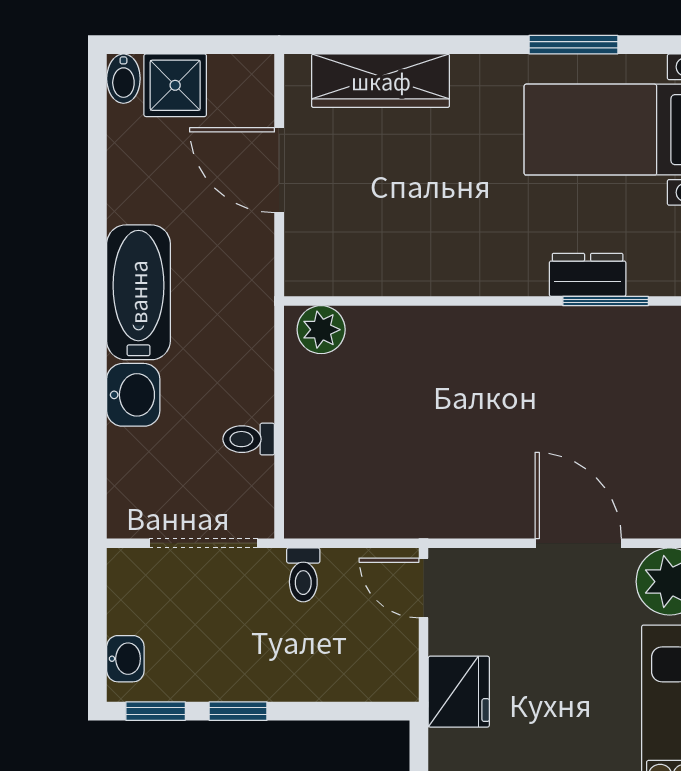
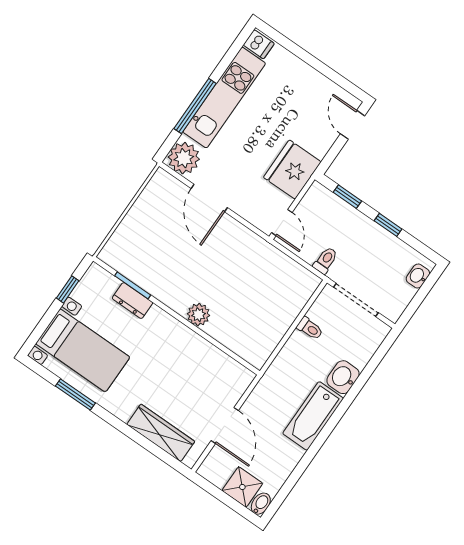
plant: (321, 330) -> (199, 315), moved
fridge: (459, 692) -> (292, 170), width x1.36, depth x1.34
window: (156, 711) -> (347, 197), moved

